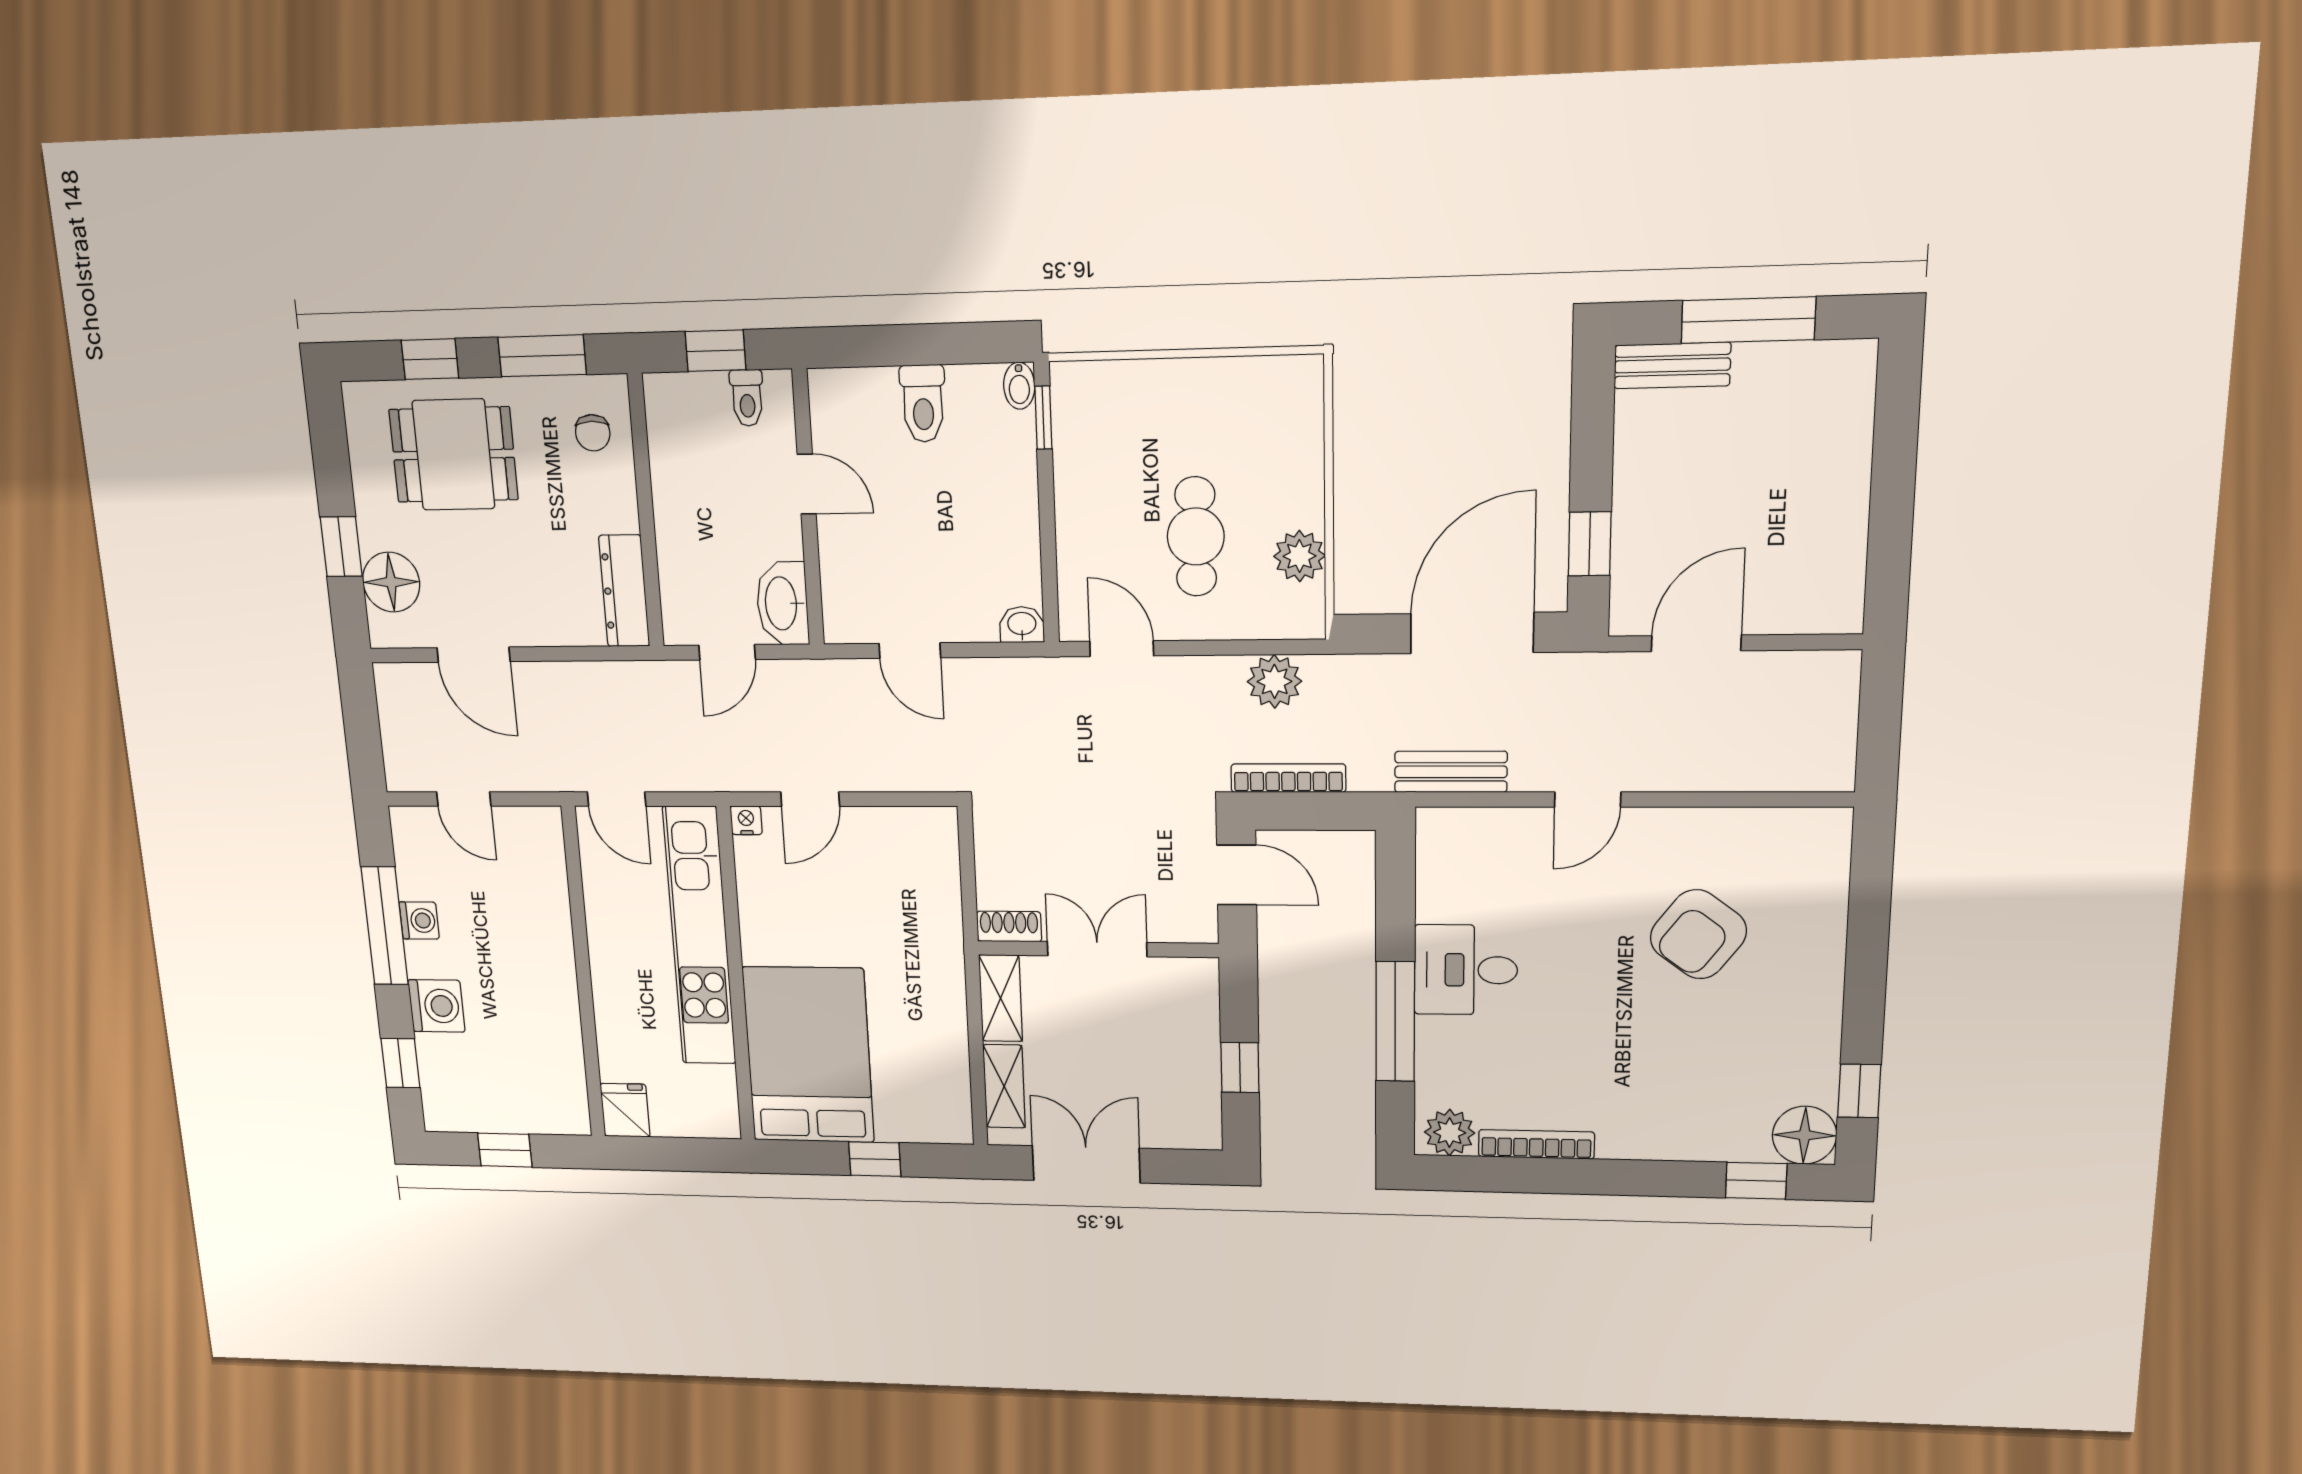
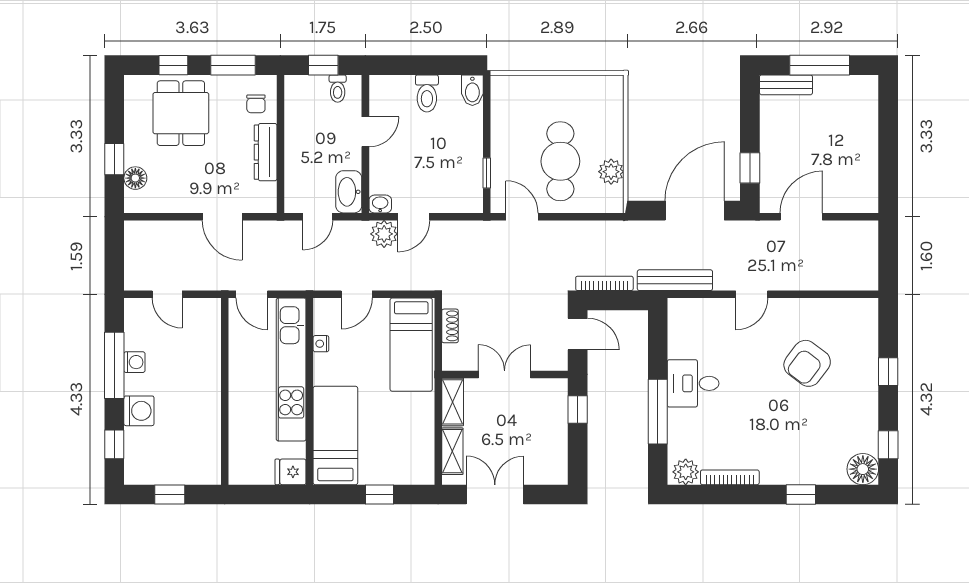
bidet: (1019, 386) -> (472, 90), width x1.38, depth x1.36
window: (1043, 418) -> (487, 173), moved
dining table: (454, 455) -> (181, 113), turned 90
door: (807, 484) -> (365, 132), hinge flipped
cafe table: (1196, 536) -> (560, 161), width x1.37, depth x1.35
floor lamp: (391, 582) -> (135, 178), width x0.73, depth x0.73
dresser: (624, 591) -> (266, 152), moved
washbasin: (1022, 625) -> (380, 204), moved
door: (910, 651) -> (414, 217), hinge flipped
door: (474, 655) -> (222, 217), moved
plant: (1274, 681) -> (384, 234), moved
bench: (1451, 772) -> (675, 280), width x1.36
nightstand: (746, 820) -> (321, 344), moved, turned -90
bed: (918, 893) -> (411, 345), added
shoe rack: (1009, 927) -> (450, 326), moved, turned 90
window: (1867, 952) -> (888, 372), added
bed: (808, 1055) -> (335, 435), width x0.67
window: (1240, 1067) -> (578, 409), moved
fridge: (625, 1110) -> (290, 472), moved, turned -90
window: (1756, 1181) -> (801, 494), moved

